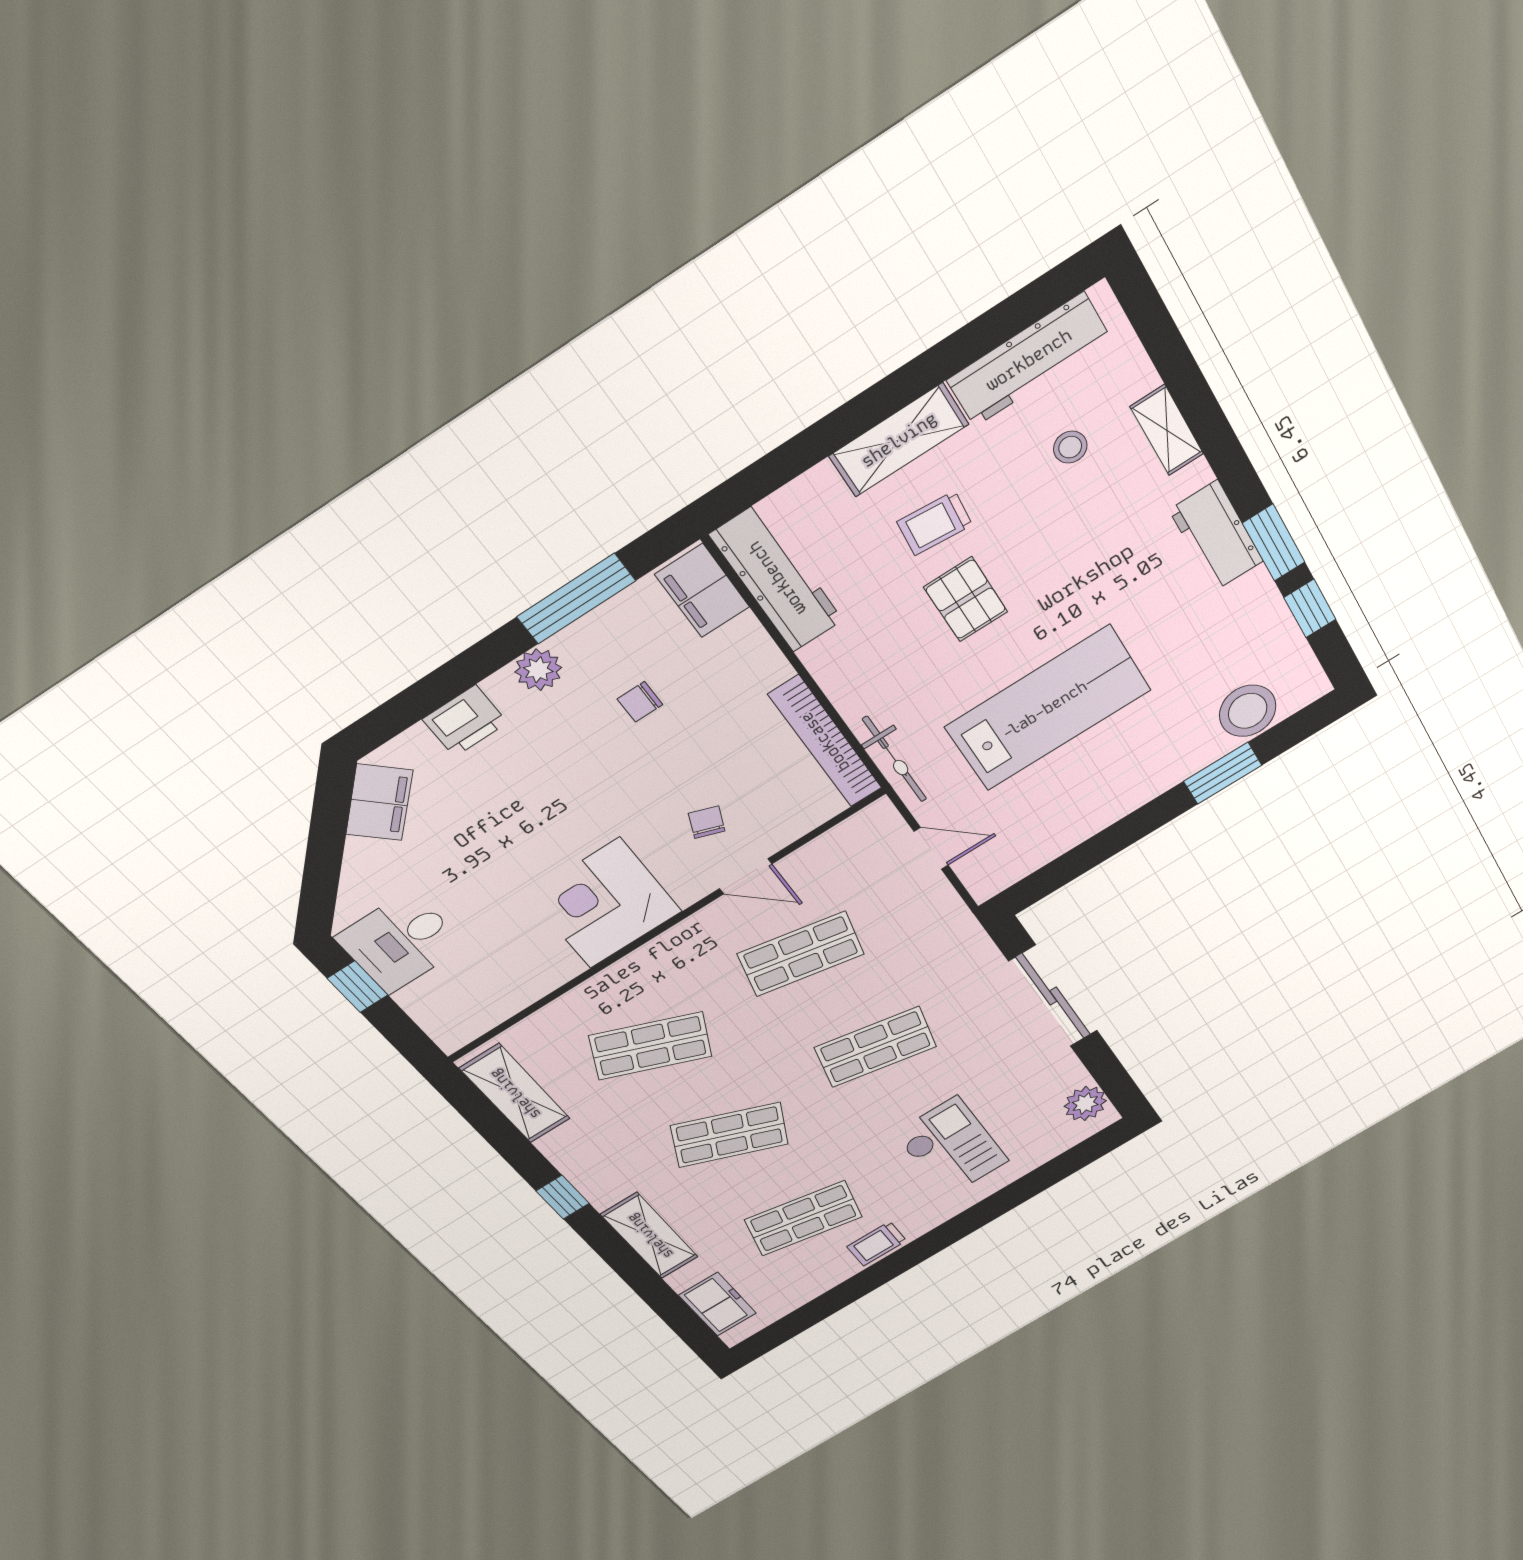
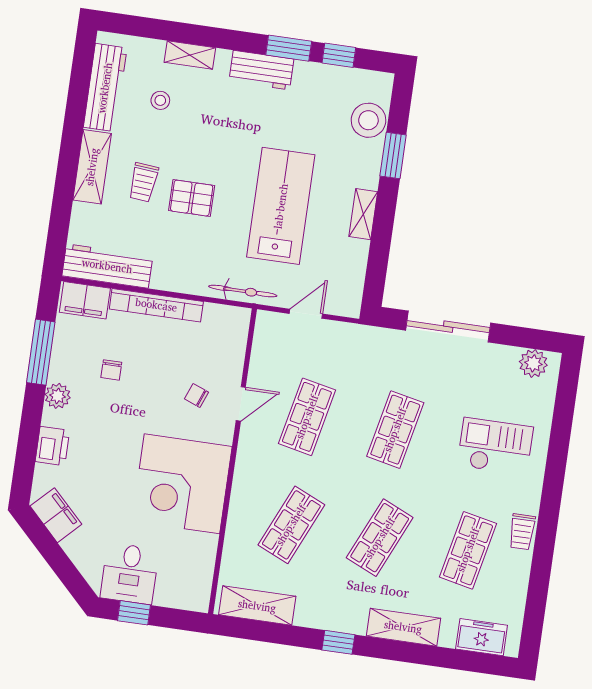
bookcase: (825, 742) -> (156, 305), moved
shelving: (1118, 804) -> (363, 214), added
corner desk: (605, 903) -> (182, 484), width x1.36, depth x1.36

